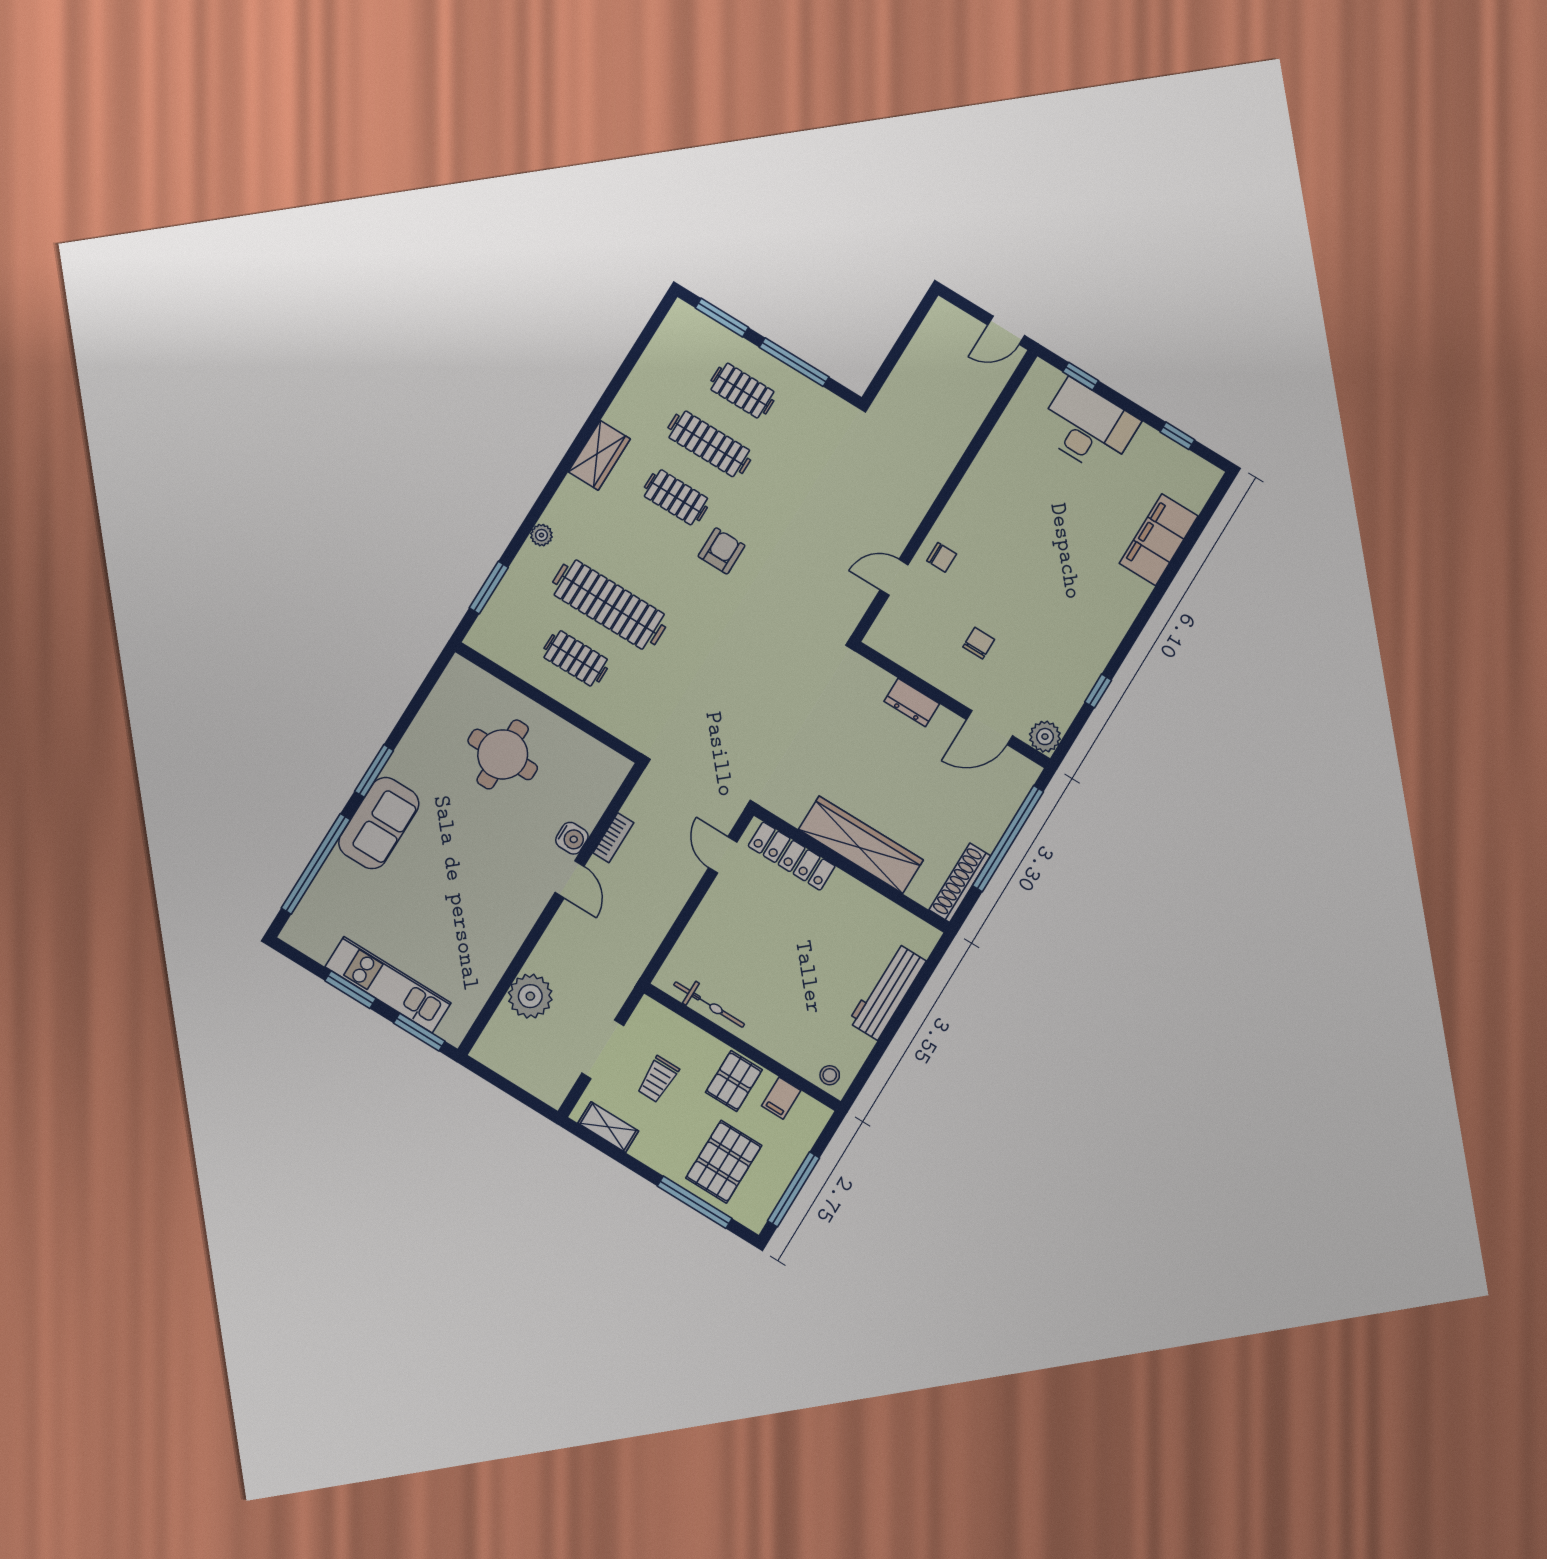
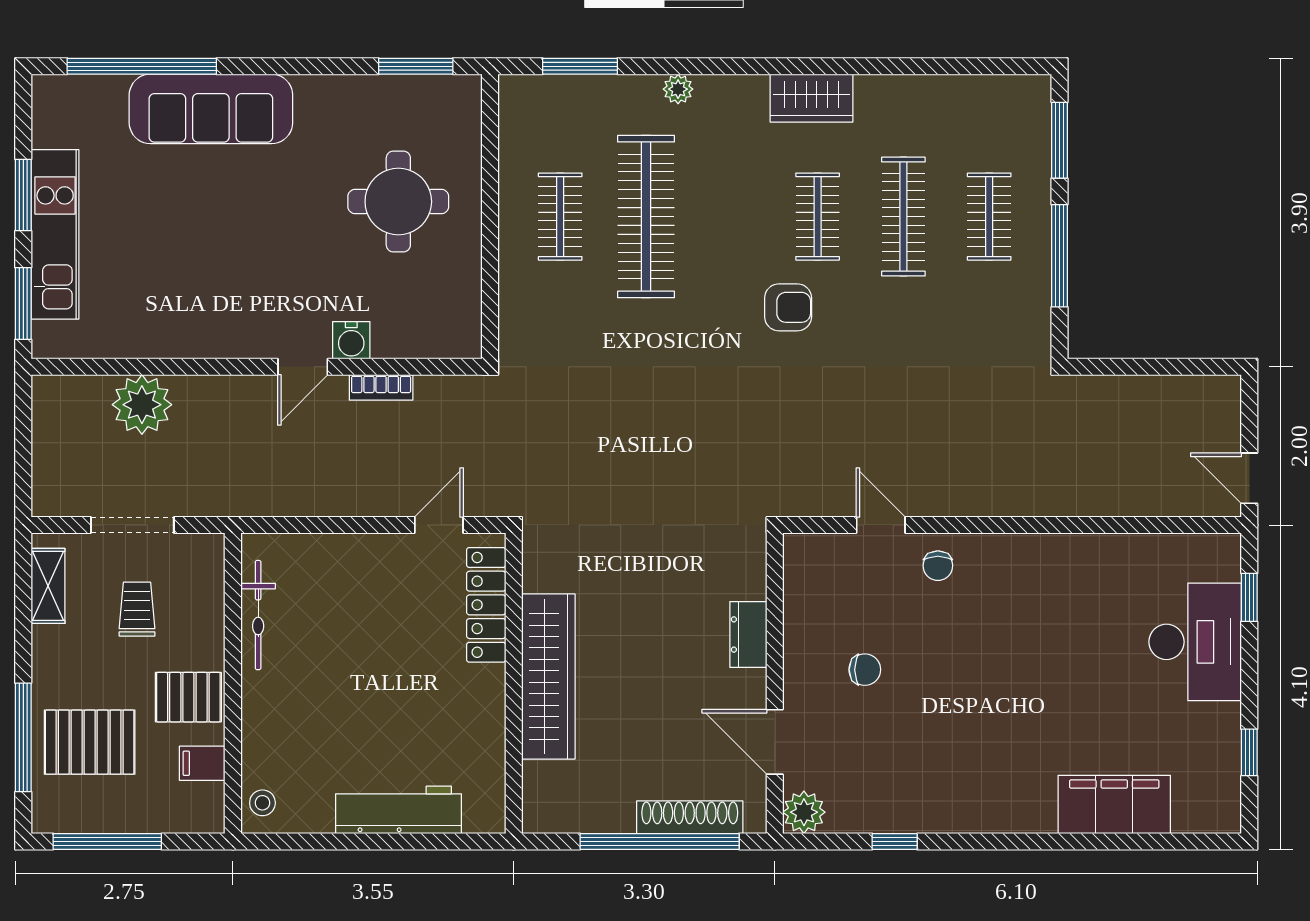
window: (374, 771) -> (416, 66), moved
sofa: (379, 823) -> (211, 109), width x1.36
shoe rack: (960, 883) -> (690, 817), moved
trolley: (658, 1079) -> (137, 609), turned 90

